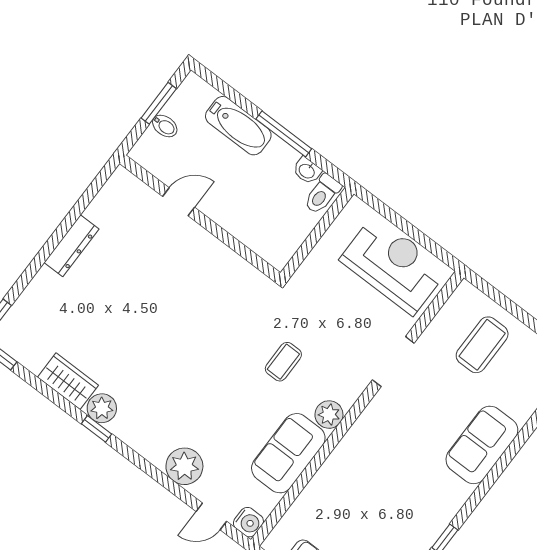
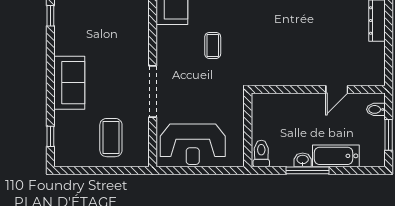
bidet: (165, 126) -> (376, 109), moved
washbasin: (307, 171) -> (303, 160), moved
doorway: (393, 361) -> (153, 91), width x1.36
plant: (329, 415) -> (166, 36), removed

